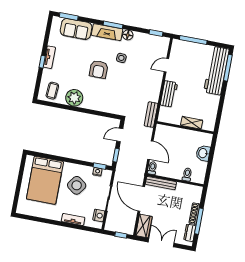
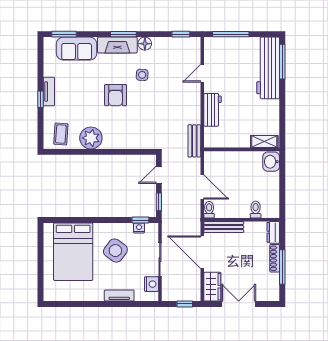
shelving: (192, 123) -> (264, 141), moved
washbasin: (203, 153) -> (271, 162), moved
dresser: (190, 233) -> (273, 232), moved

